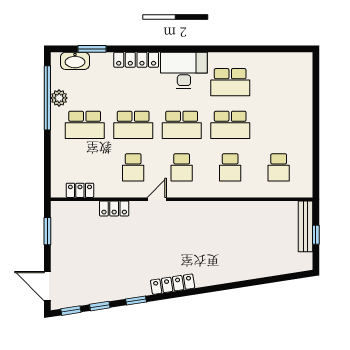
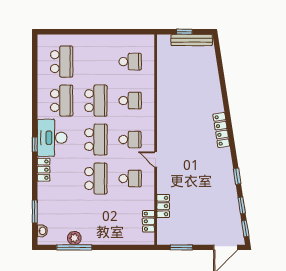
window: (175, 49) -> (35, 145), added
locker: (136, 60) -> (44, 170), width x0.66
washbasin: (75, 61) -> (42, 231), width x0.52, depth x0.69
window: (47, 98) -> (74, 247), width x0.68
school desk: (85, 125) -> (62, 62), moved
locker: (114, 208) -> (163, 206), moved
bench: (305, 226) -> (192, 40), moved
locker: (173, 284) -> (221, 130), moved

